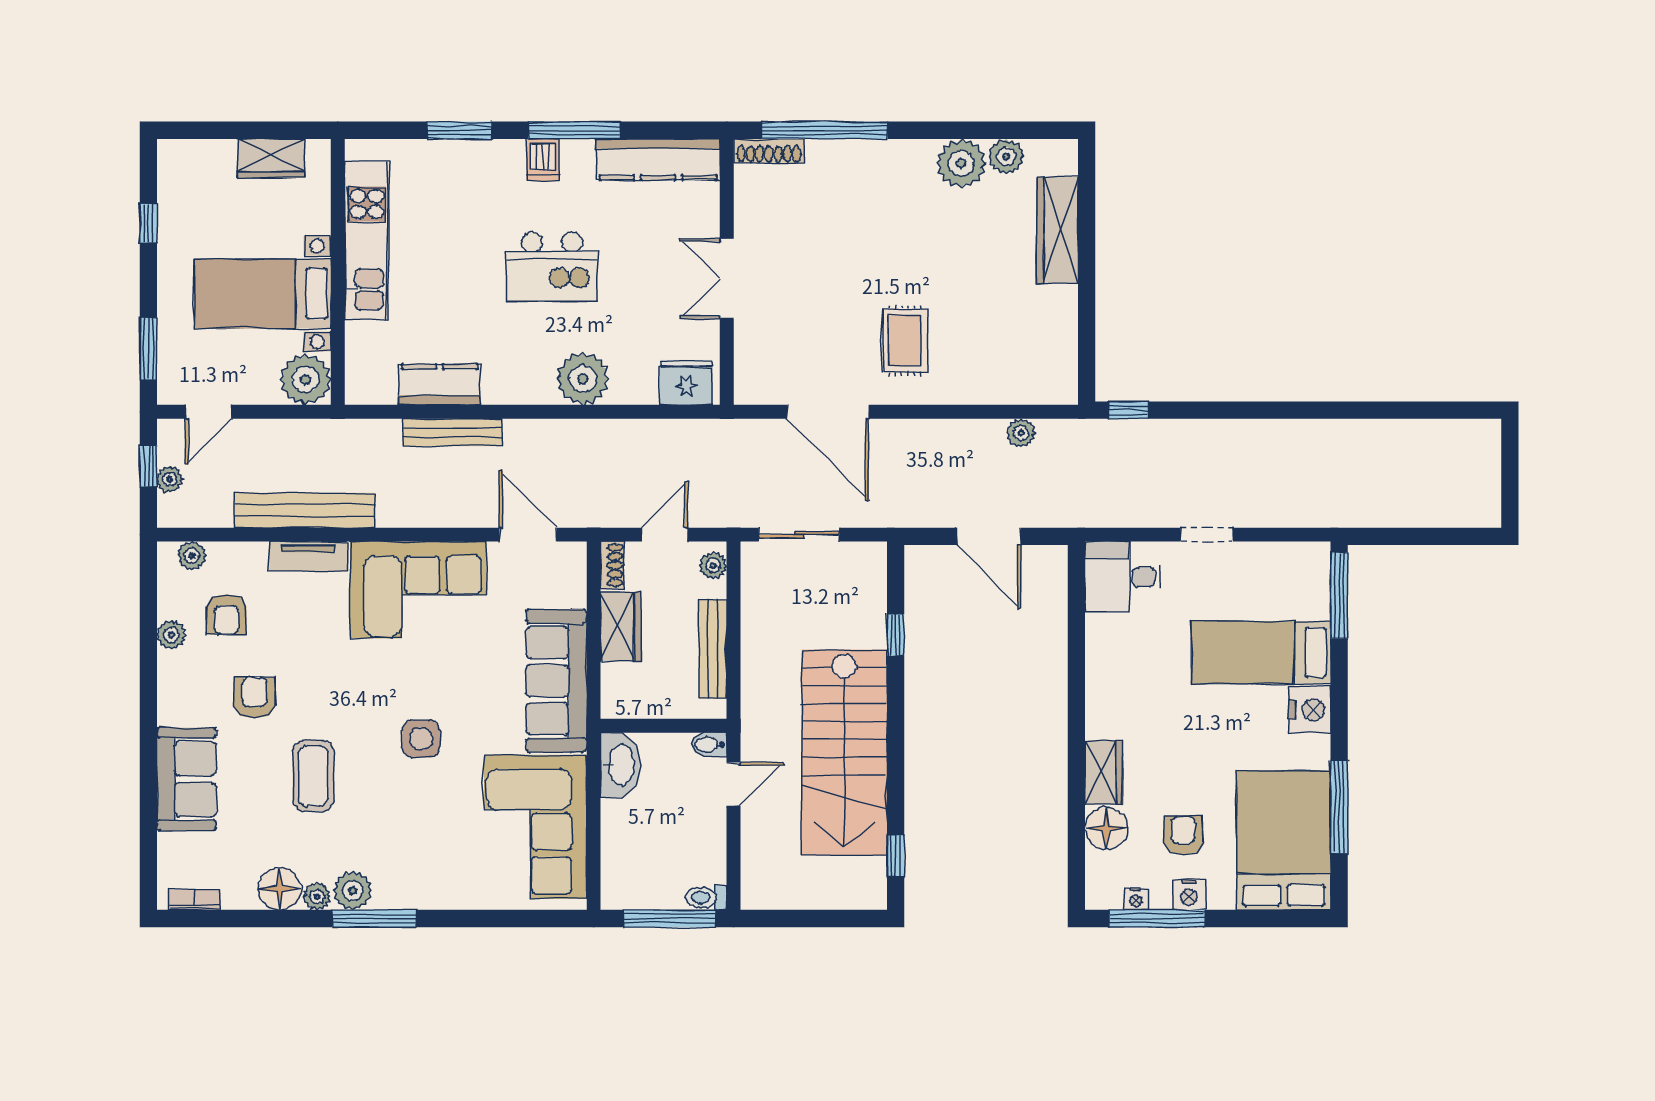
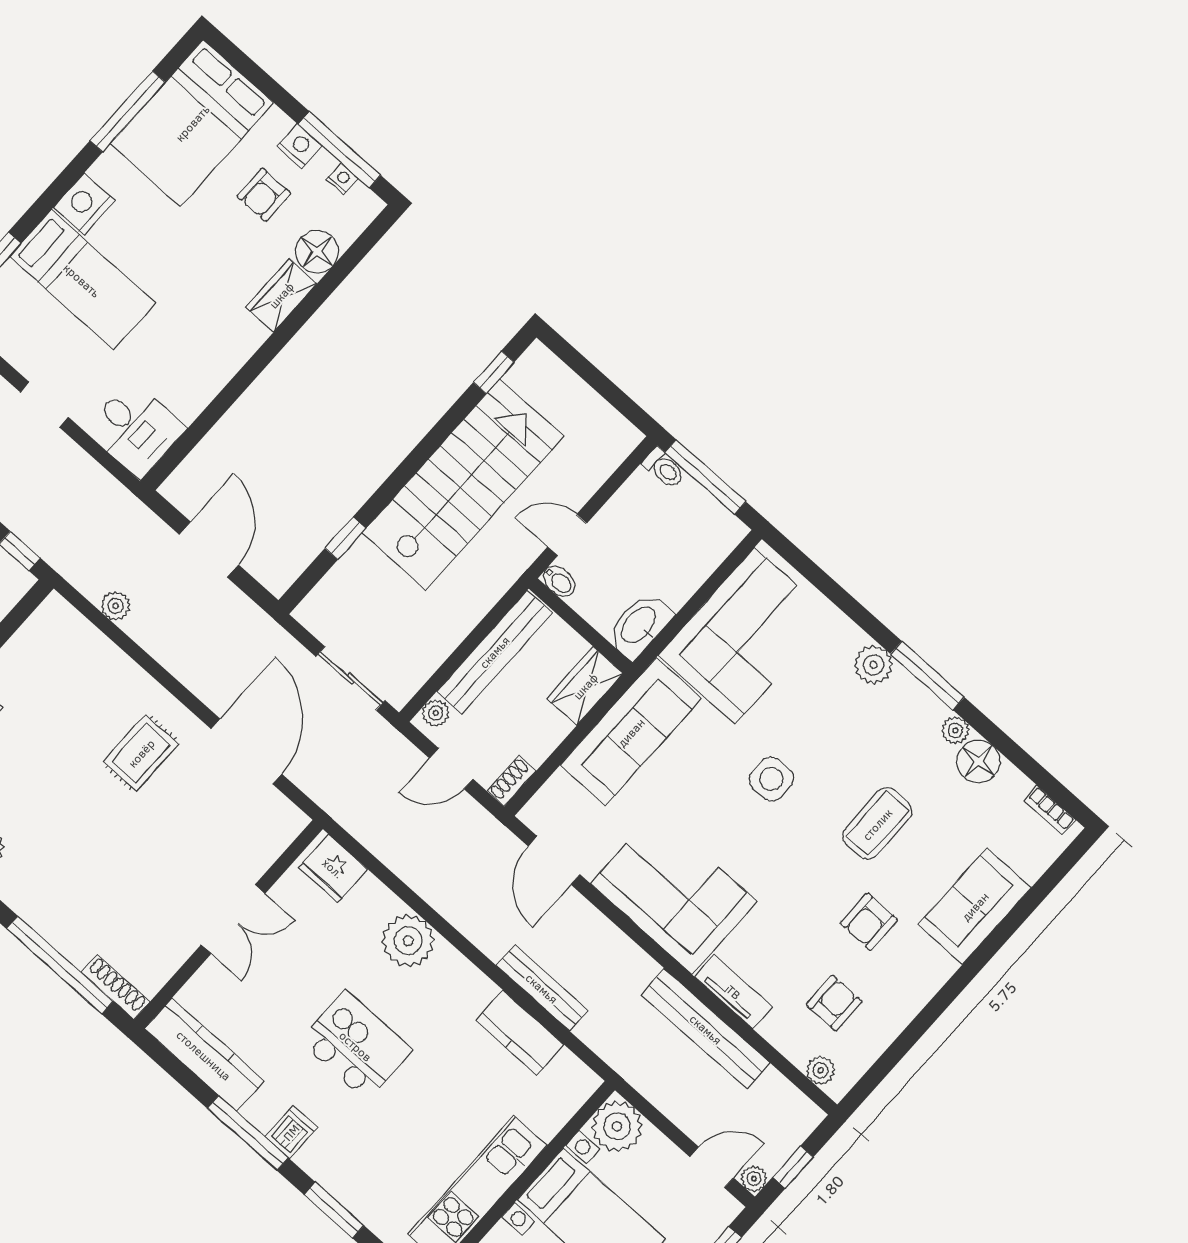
plant: (170, 479) -> (754, 1179), moved
wardrobe: (621, 627) -> (585, 686), moved
plant: (171, 635) -> (889, 1025), removed
bench: (713, 649) -> (494, 652), width x1.37, depth x1.21
plant: (353, 891) -> (873, 665), moved

